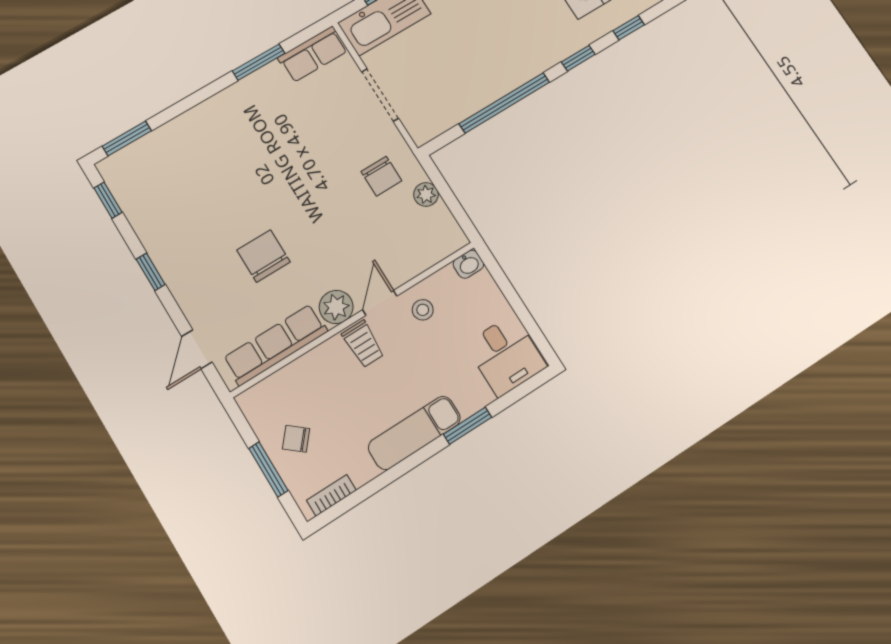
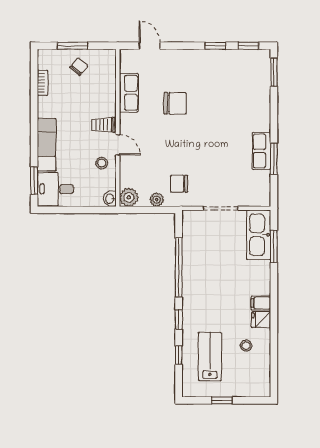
row of seats: (313, 54) -> (262, 151), moved
window: (151, 272) -> (215, 46), moved
plant: (336, 307) -> (129, 197), moved
row of seats: (275, 345) -> (129, 93), width x0.68
window: (468, 426) -> (34, 181), moved
exam couch: (414, 433) -> (47, 145), moved
bookcase: (331, 495) -> (42, 83), moved

